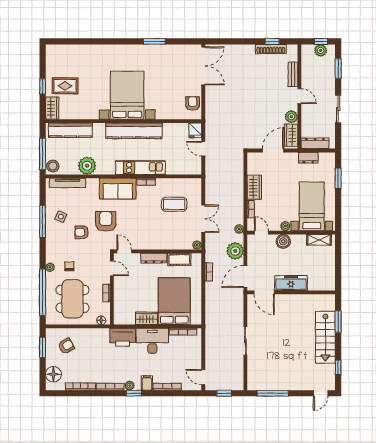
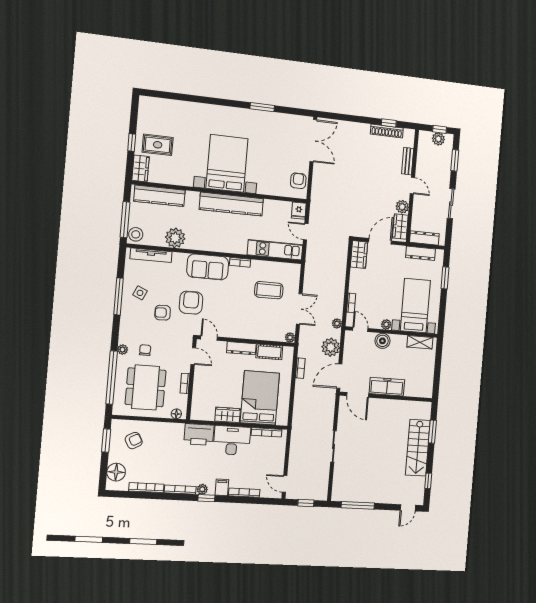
dresser: (308, 158) -> (421, 253), width x1.44
kitchen unit: (140, 168) -> (275, 250), moved
wardrobe: (254, 187) -> (359, 254), moved

